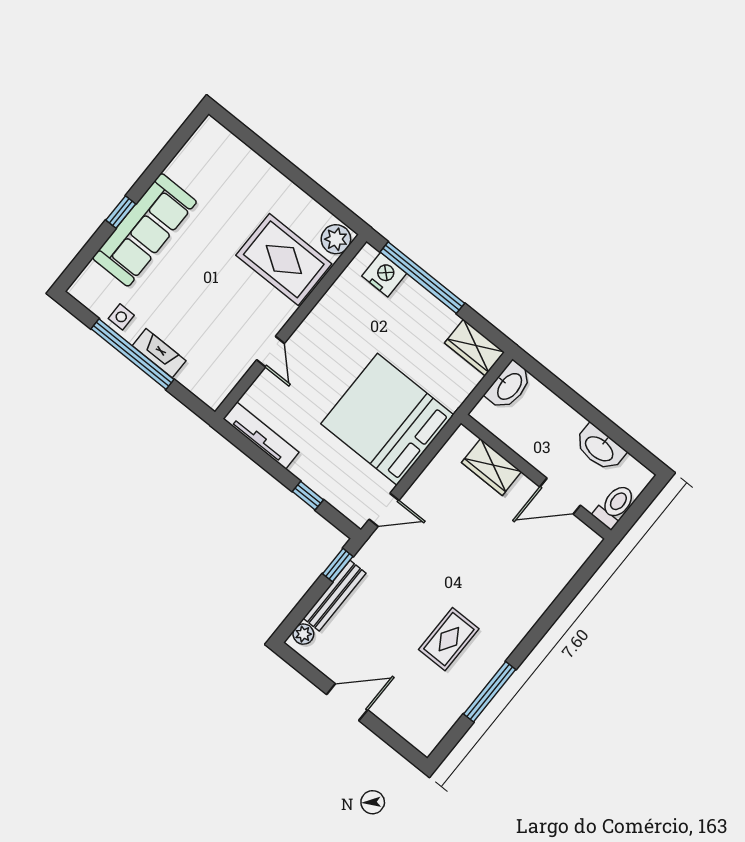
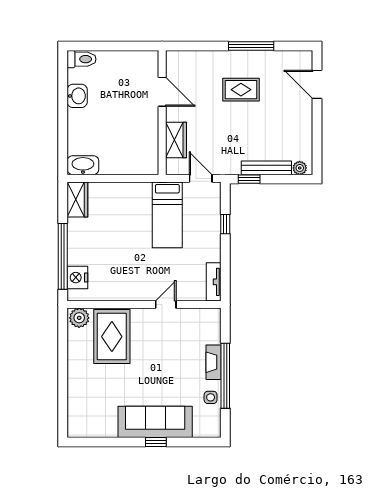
bed: (387, 419) -> (167, 215), width x0.49
tv unit: (261, 436) -> (214, 282), width x0.71
washbasin: (600, 448) -> (77, 96), width x0.72
wardrobe: (492, 467) -> (176, 140), moved
wall: (536, 477) -> (162, 113), moved
door: (560, 496) -> (162, 92), moved
toilet: (615, 506) -> (82, 59), moved, turned 180
door: (347, 702) -> (317, 84), moved

